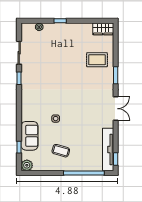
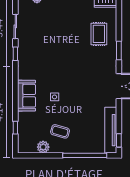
rug: (97, 60) -> (99, 34), turned 90
sofa: (30, 136) -> (27, 96), moved
plant: (27, 165) -> (43, 147), moved

